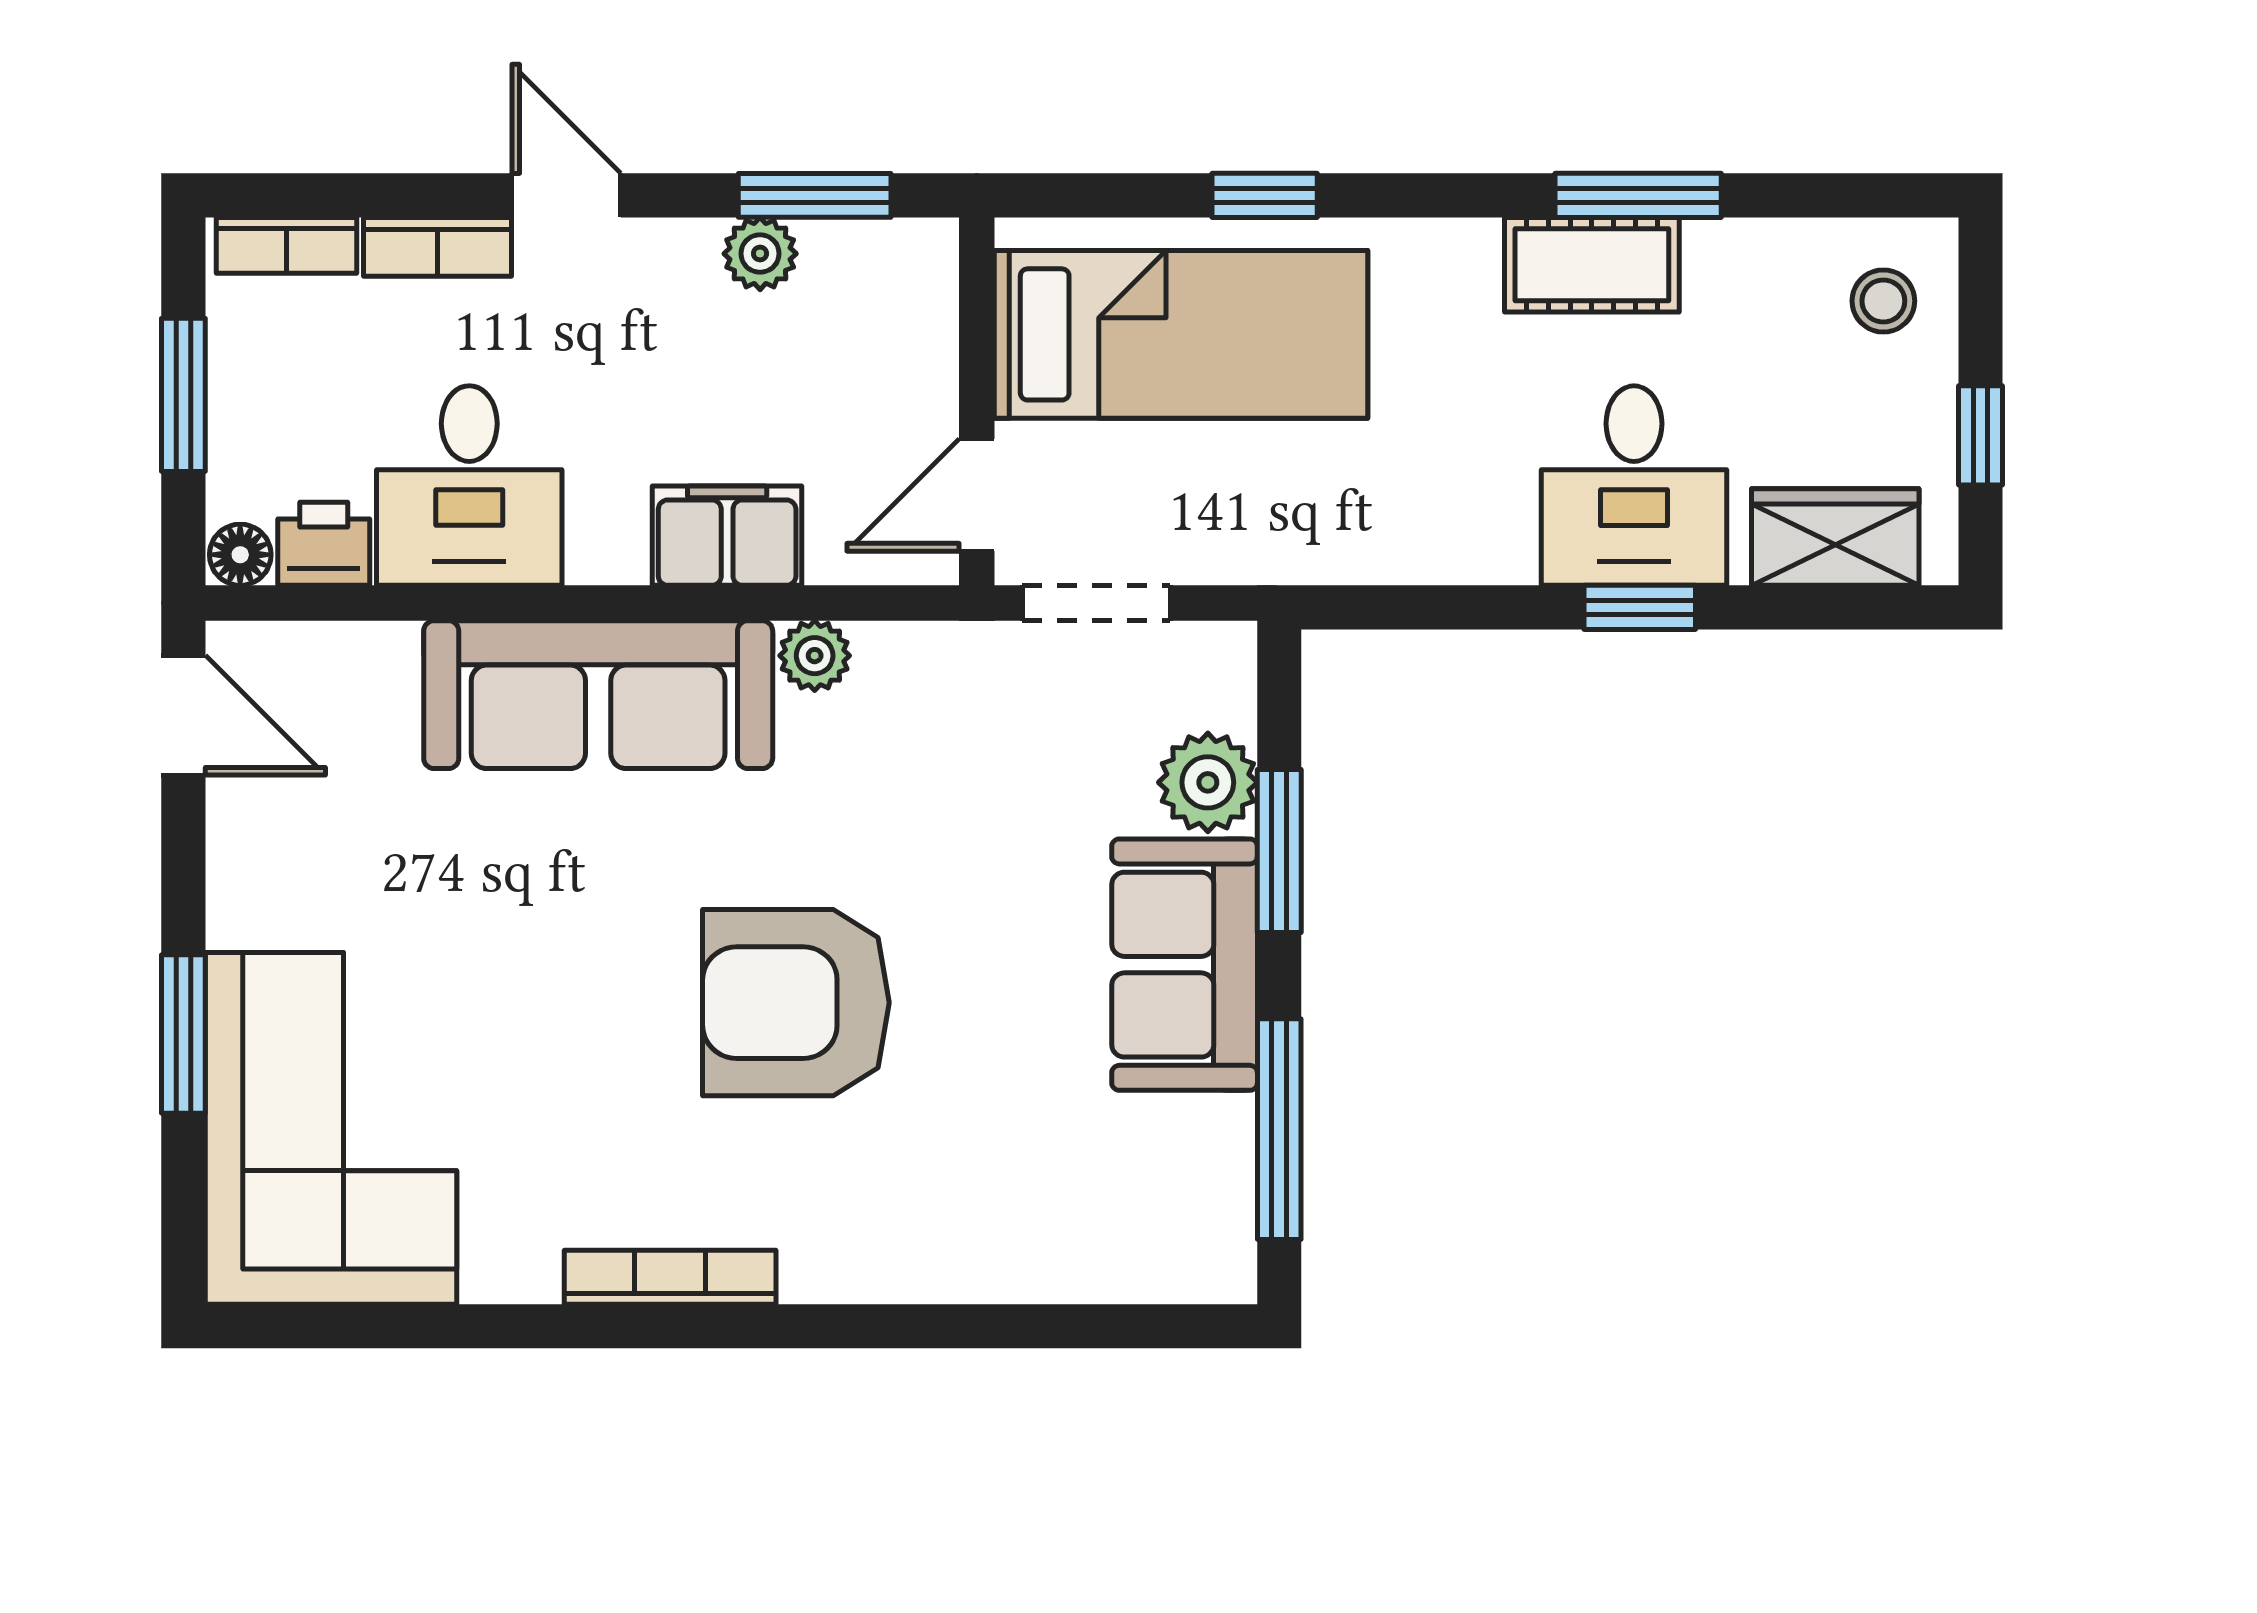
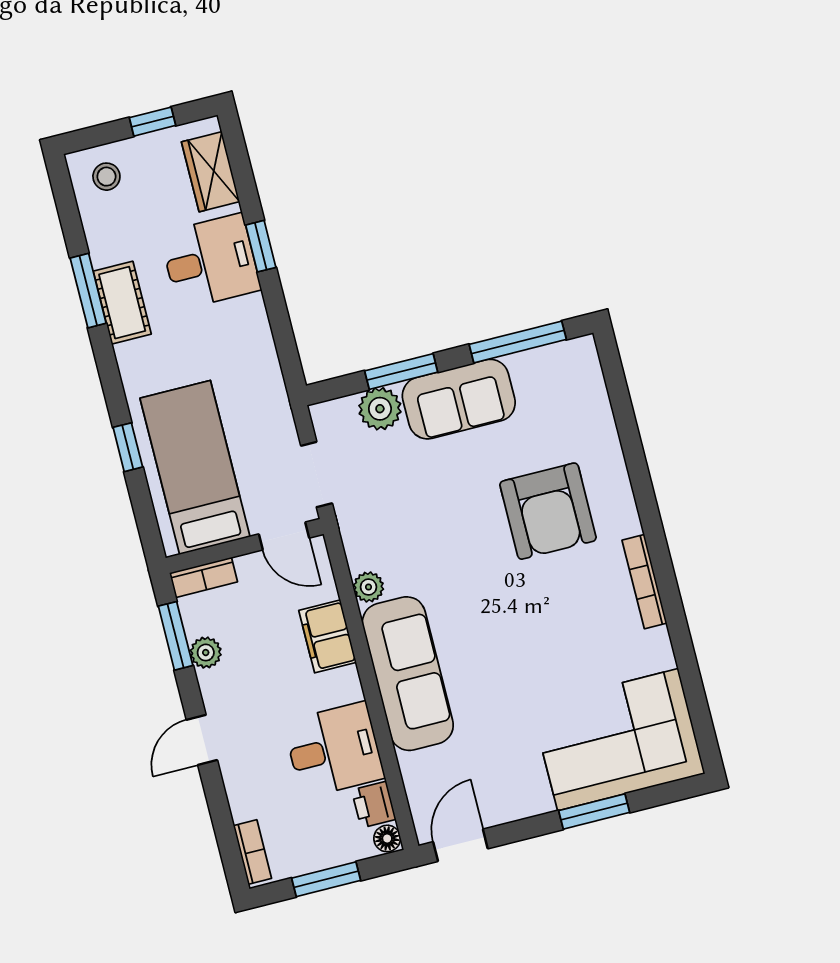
bookcase: (438, 247) -> (203, 577), moved, turned 90
armchair: (796, 1003) -> (548, 511), moved

